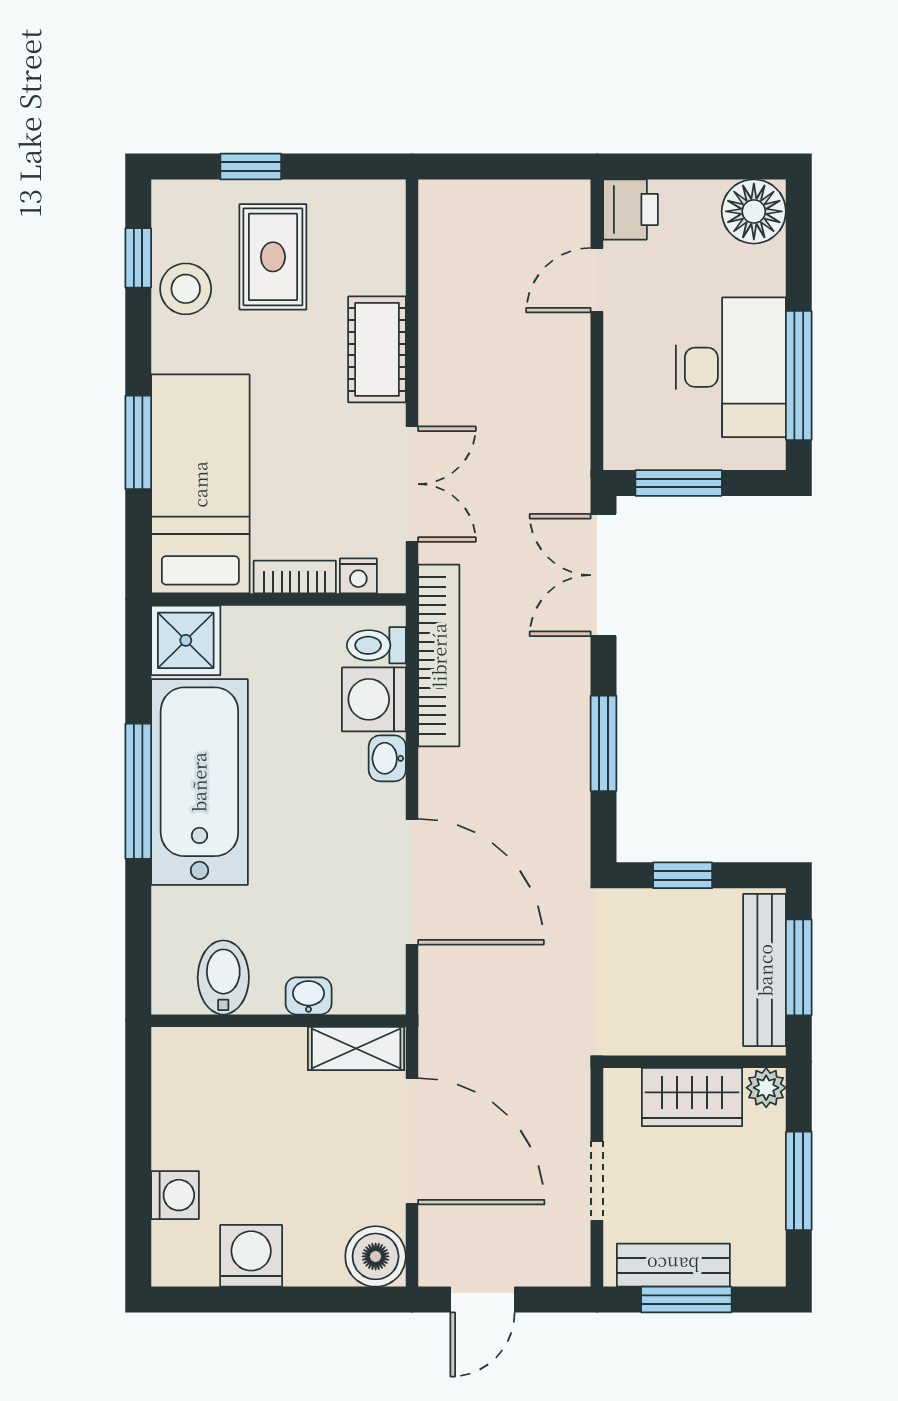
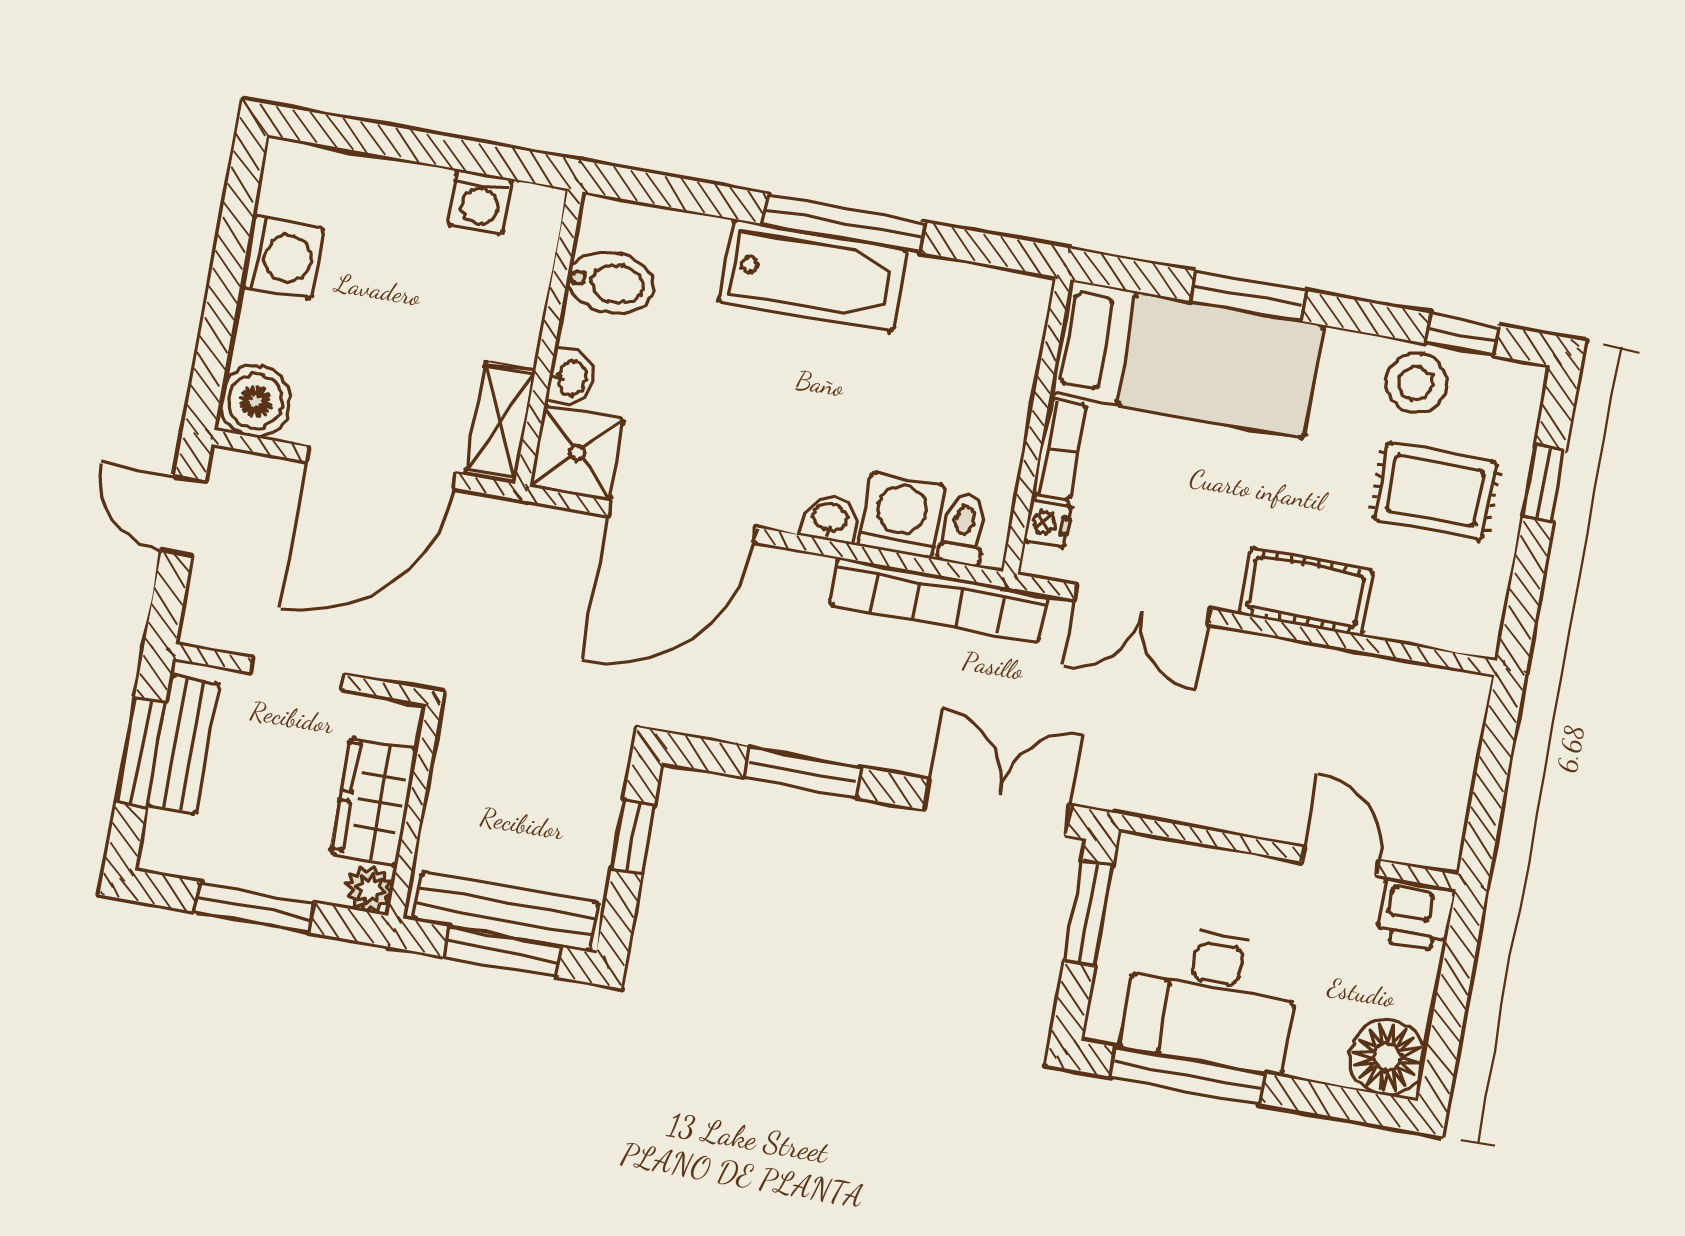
shower: (186, 640) -> (577, 453), moved
bathtub: (199, 782) -> (813, 275), width x0.73, depth x0.73
washing machine: (175, 1195) -> (480, 202), moved

